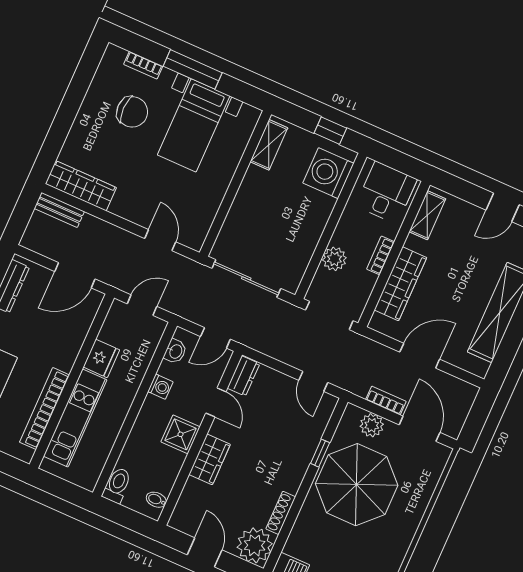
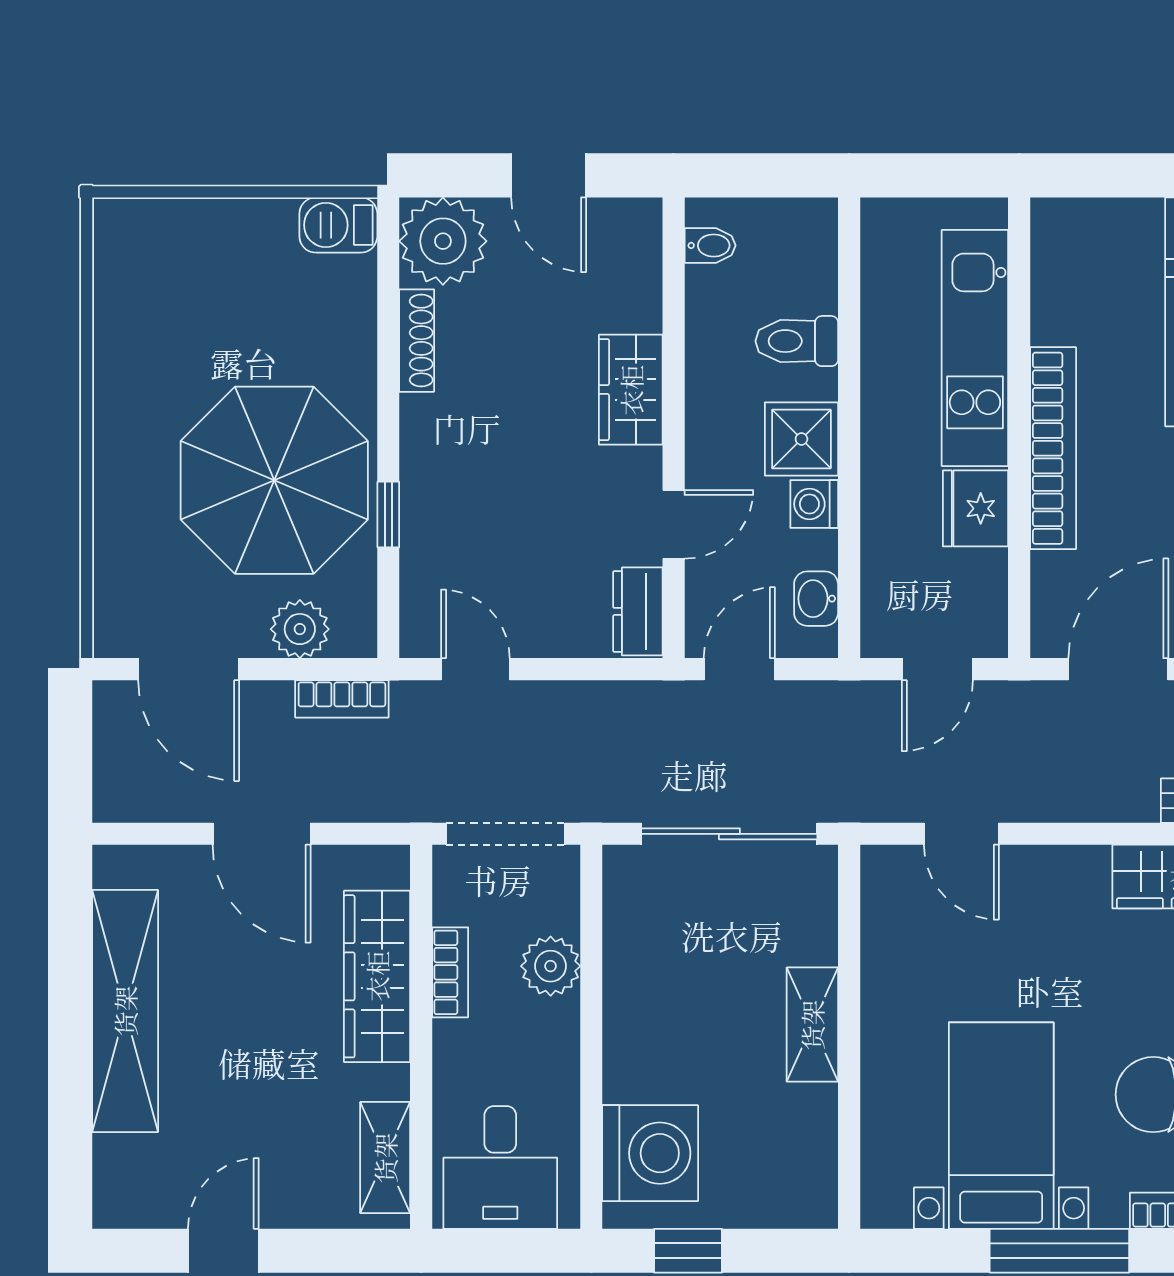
shelving: (269, 145) -> (812, 1025), moved
bookcase: (381, 255) -> (450, 972), moved
door: (420, 356) -> (262, 834), hinge flipped
bookcase: (386, 401) -> (342, 699), moved
door: (216, 402) -> (674, 524), swing flipped
bookcase: (45, 409) -> (1053, 448), moved
shower: (180, 434) -> (801, 439), moved
toilet: (117, 485) -> (797, 341), moved, turned 90

